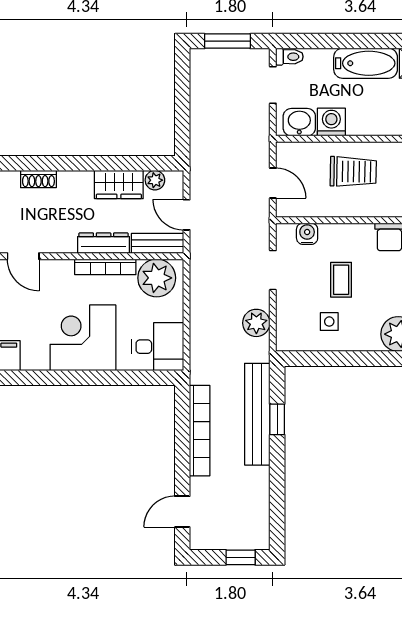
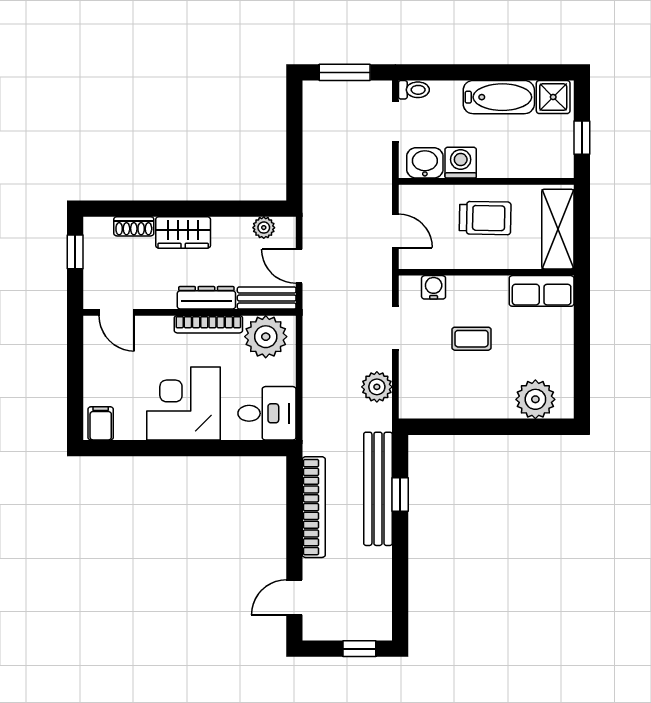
wardrobe: (119, 185) -> (183, 232), moved
coffee table: (341, 280) -> (471, 339), turned 90
side table: (329, 322) -> (458, 385), removed

